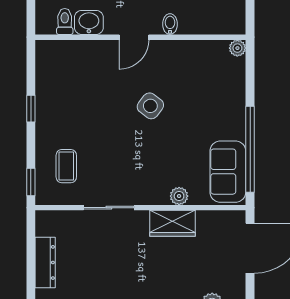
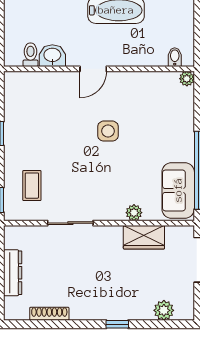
bidet: (170, 24) -> (175, 57), moved
side table: (150, 106) -> (108, 131), turned -37
wardrobe: (173, 223) -> (144, 237), moved

